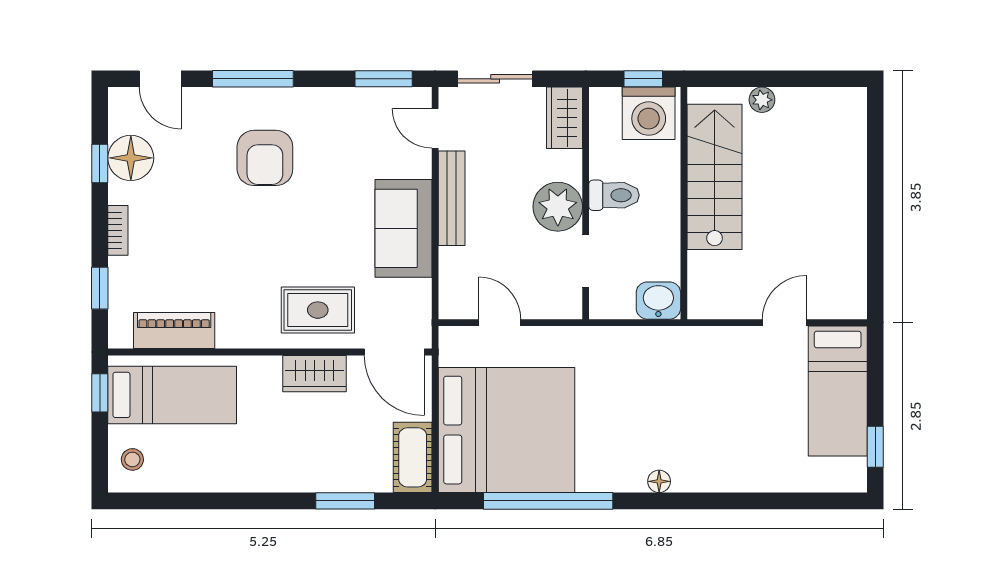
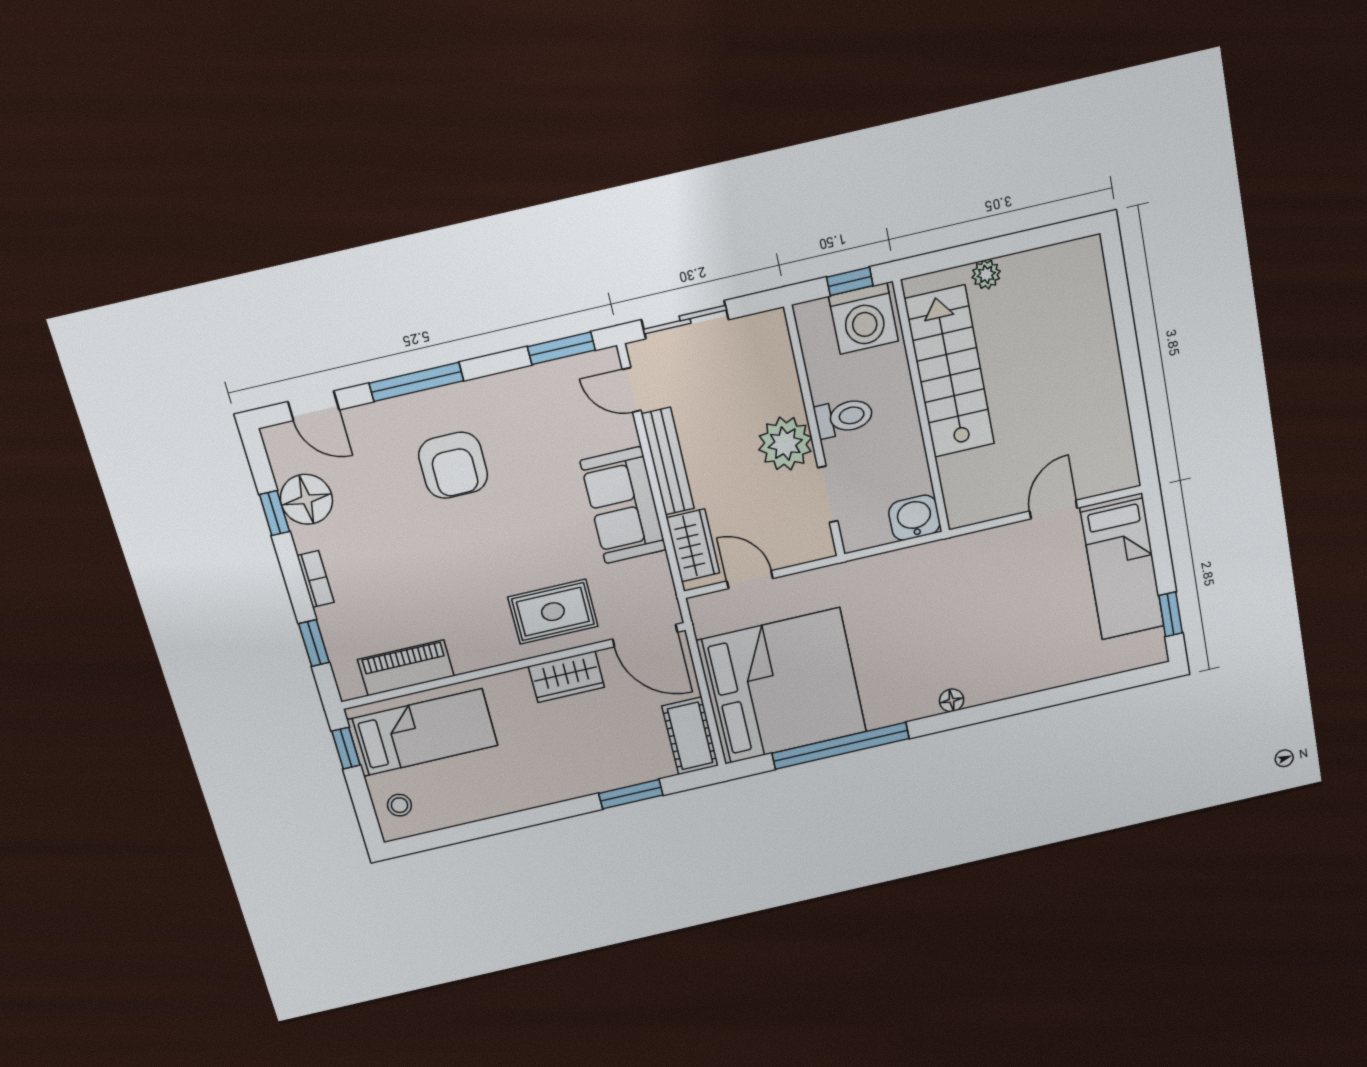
wardrobe: (564, 118) -> (693, 545), moved, turned 180

